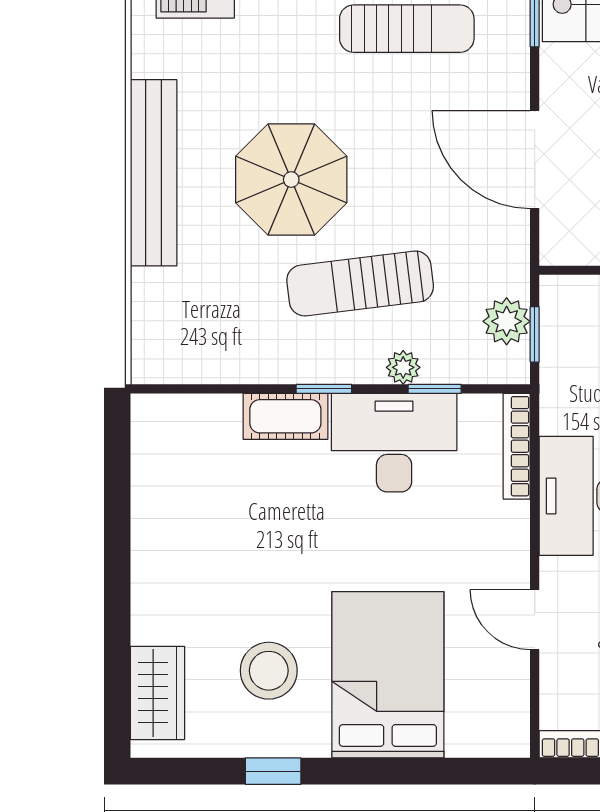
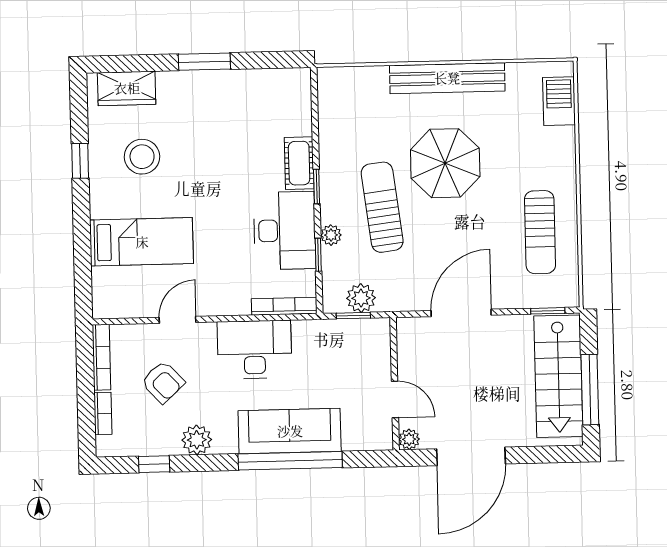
window: (117, 566) -> (204, 62), added
bed: (388, 675) -> (142, 242), width x0.67

